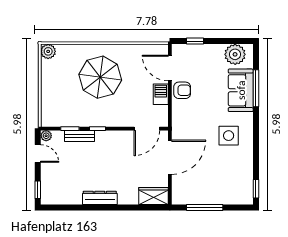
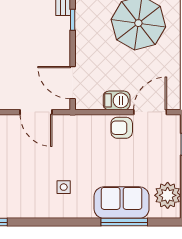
armchair: (182, 90) -> (122, 128), turned 90
side table: (229, 136) -> (64, 187), width x0.54, depth x0.54
door: (170, 157) -> (36, 112), width x0.73

